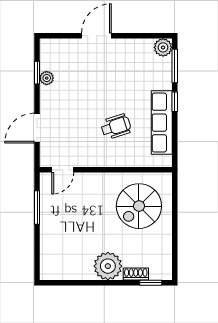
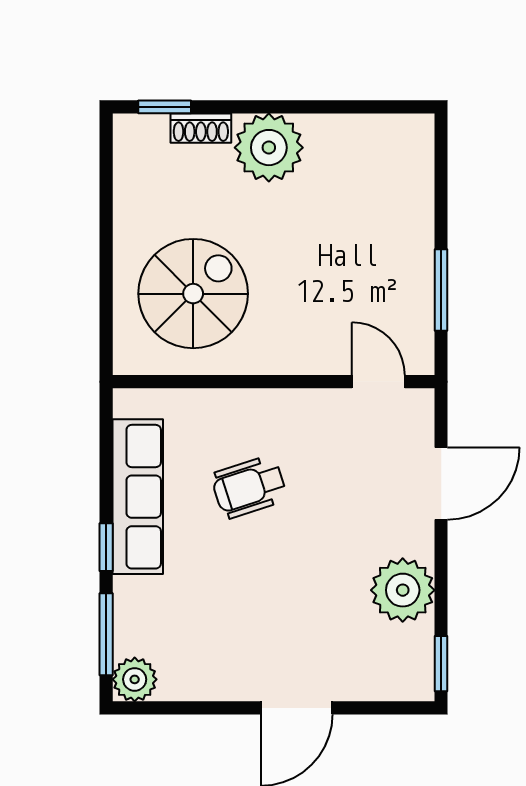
window: (37, 73) -> (441, 664), moved
plant: (47, 78) -> (403, 590), width x1.87, depth x1.87
door: (63, 170) -> (378, 382), hinge flipped

